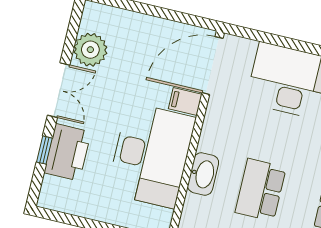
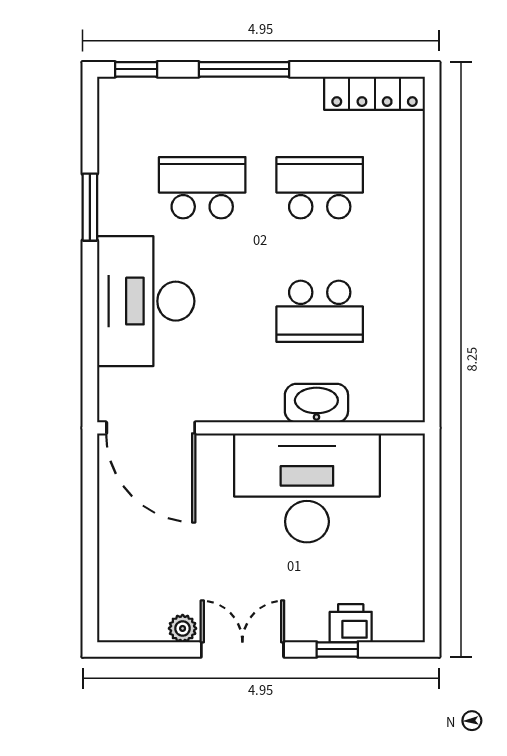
plant: (90, 50) -> (183, 628), width x0.53, depth x0.53
filing cabinet: (185, 102) -> (214, 456), removed
printer: (67, 152) -> (351, 623), width x0.53, depth x0.68

